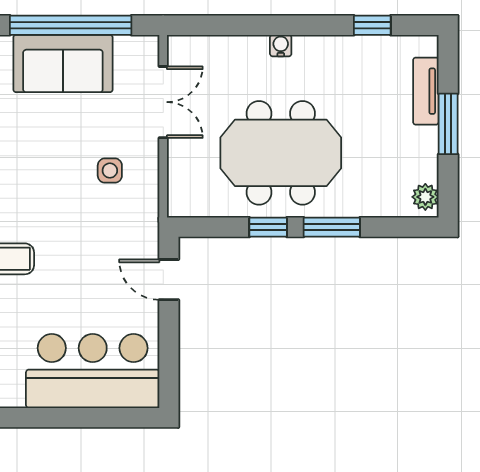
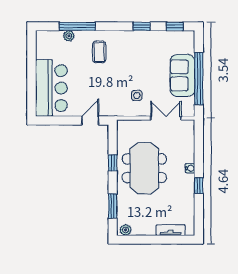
window: (372, 25) -> (199, 186), moved
double door: (163, 102) -> (166, 118), swing flipped
window: (448, 124) -> (157, 240), removed
window: (332, 227) -> (113, 206), moved

